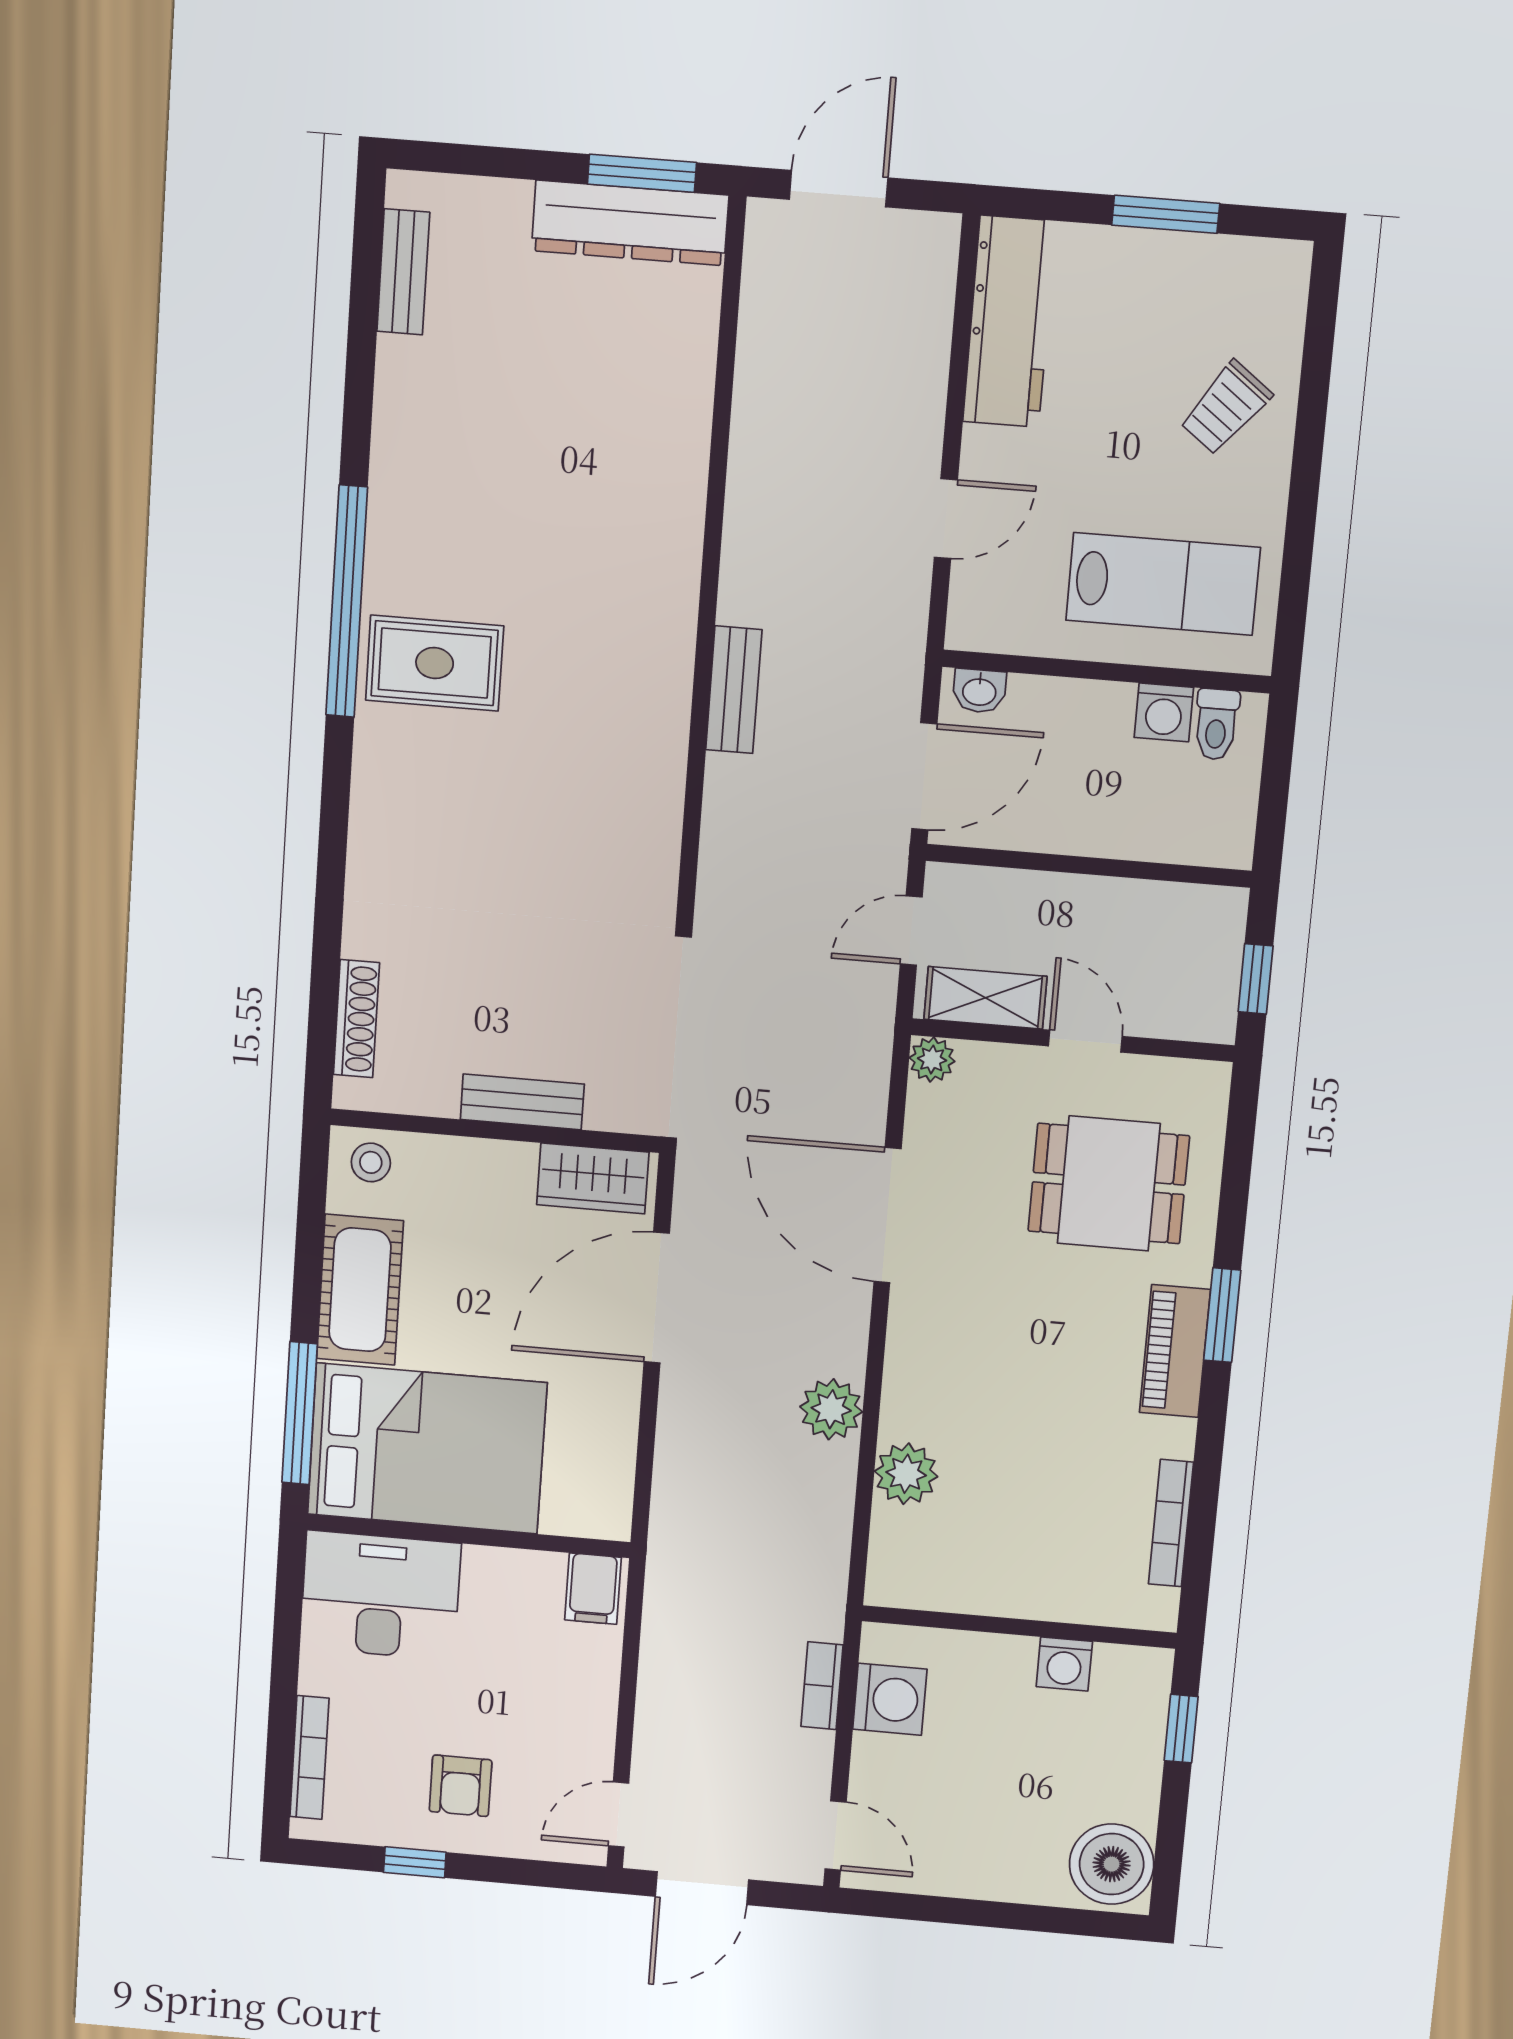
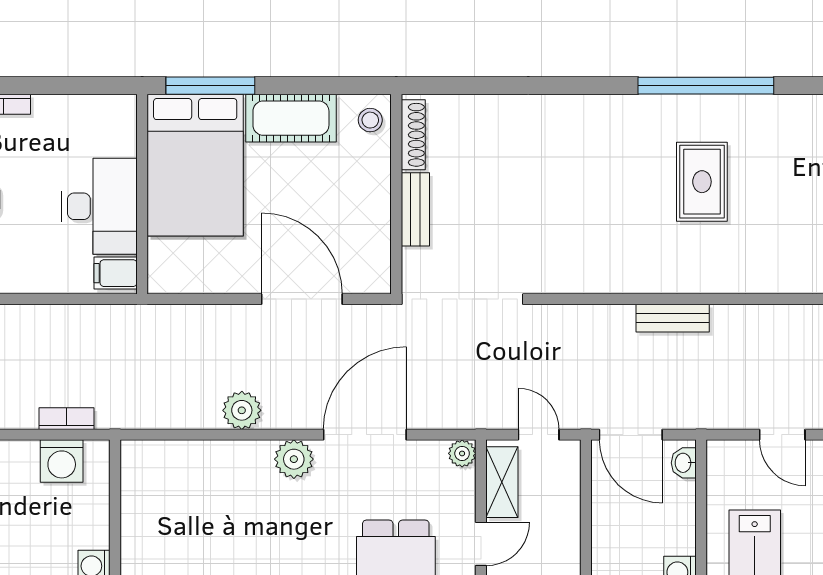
rug: (435, 663) -> (702, 182), moved
shoe rack: (356, 1019) -> (413, 135), moved, turned -90
wardrobe: (593, 1178) -> (372, 255), removed
plant: (906, 1474) -> (294, 459), moved
desk: (380, 1595) -> (99, 206), moved

